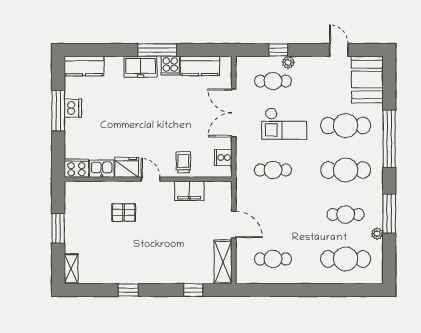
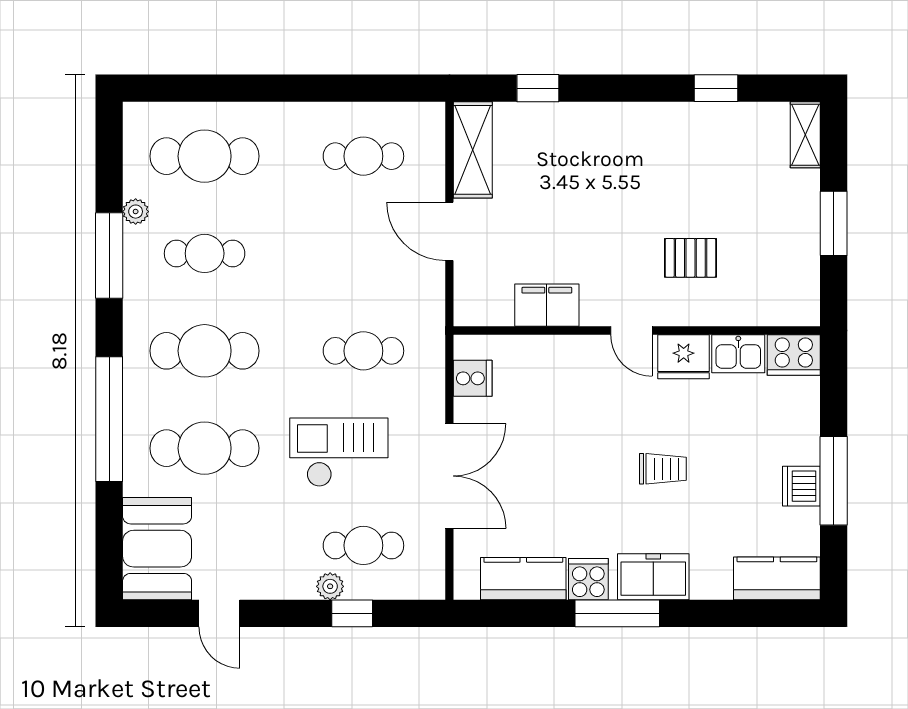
trolley: (183, 162) -> (663, 469), moved, turned -90
window: (128, 290) -> (716, 88), moved

